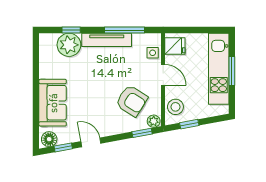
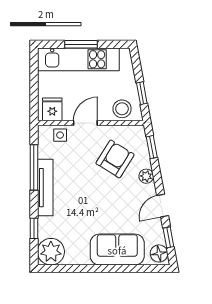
plant: (69, 45) -> (51, 252), moved
plant: (154, 121) -> (146, 176), moved

